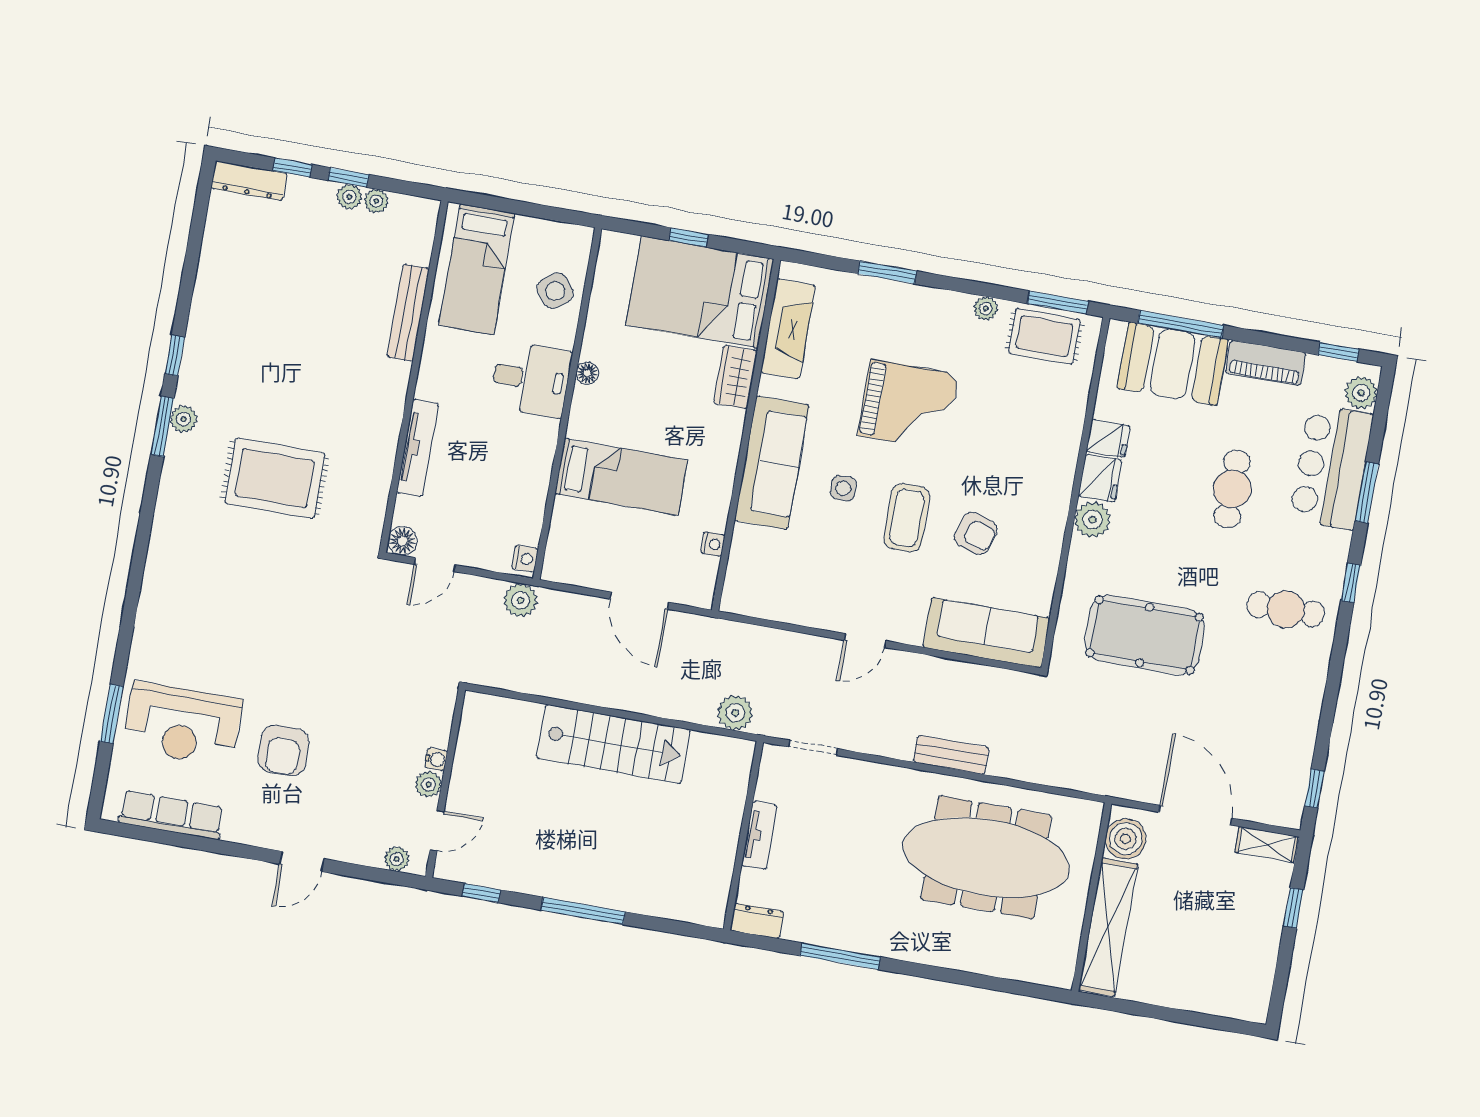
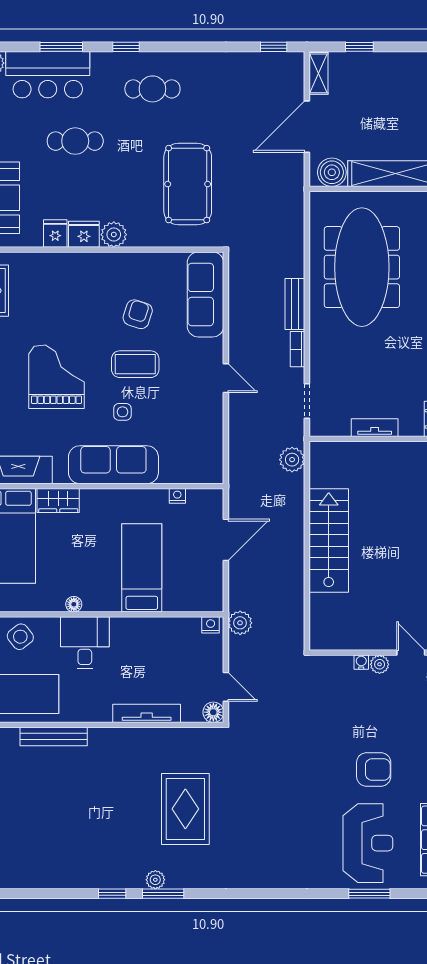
cafe table: (1286, 609) -> (152, 89), turned 90
bookcase: (888, 747) -> (298, 349), added

